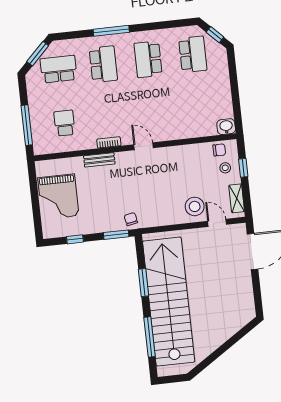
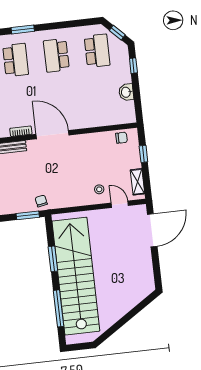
window: (111, 31) -> (23, 29), width x0.69
window: (233, 71) -> (133, 66), added
washbasin: (226, 127) -> (126, 92), moved, turned -90
door: (144, 146) -> (53, 135), width x1.87
stool: (225, 168) -> (127, 154), removed
stool: (195, 206) -> (99, 189), width x0.53, depth x0.53

